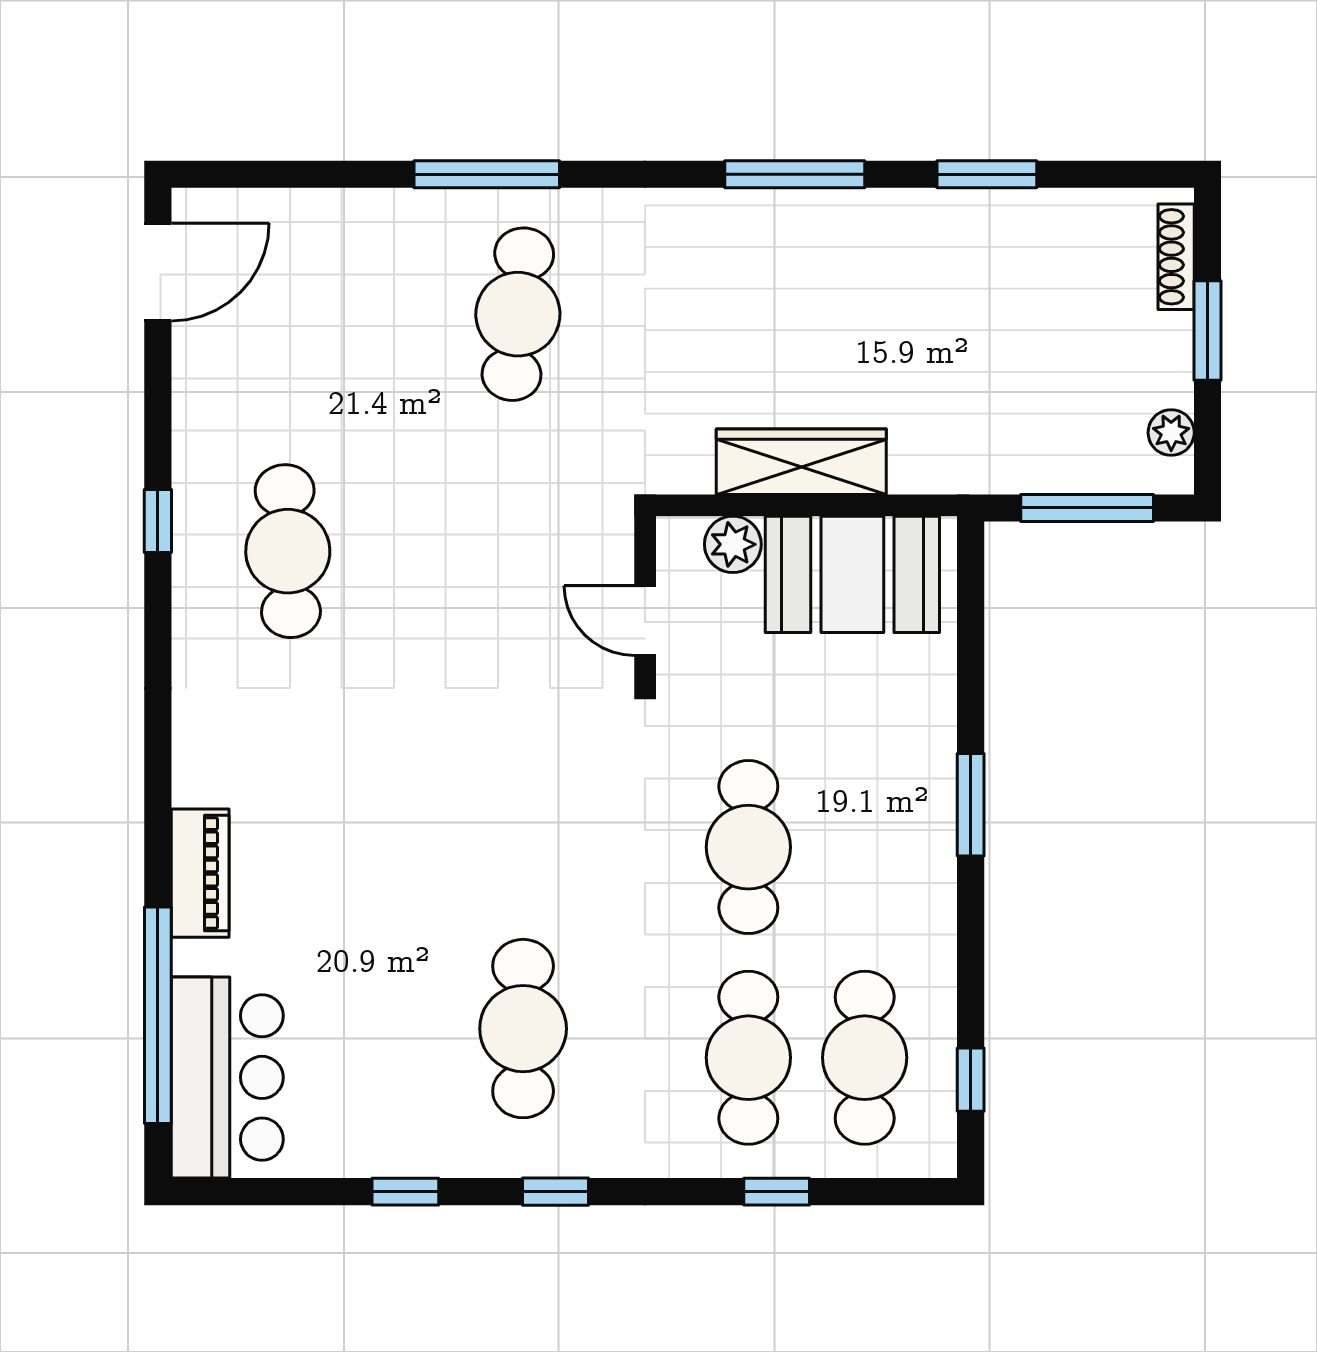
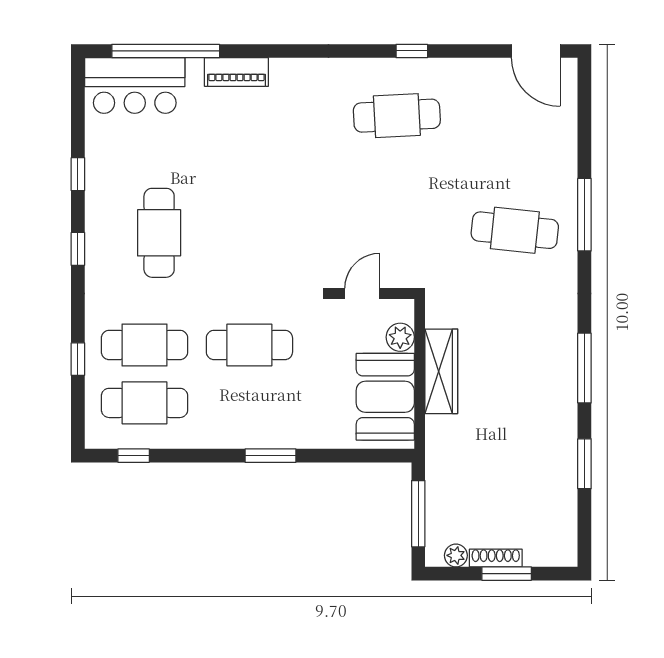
shoe rack: (1176, 257) -> (496, 558), moved
cafe table: (523, 1029) -> (159, 233), turned 90

